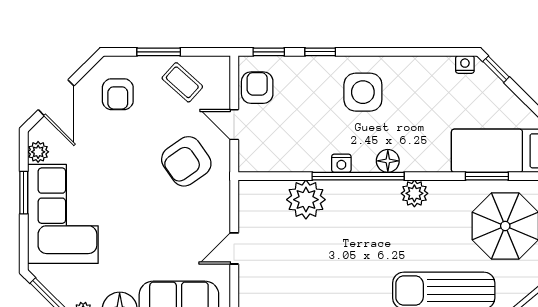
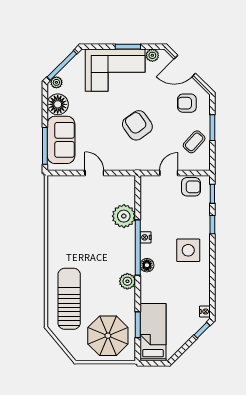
armchair: (186, 161) -> (137, 125), moved

